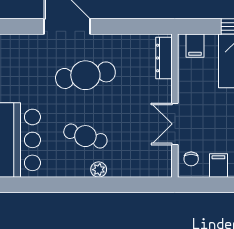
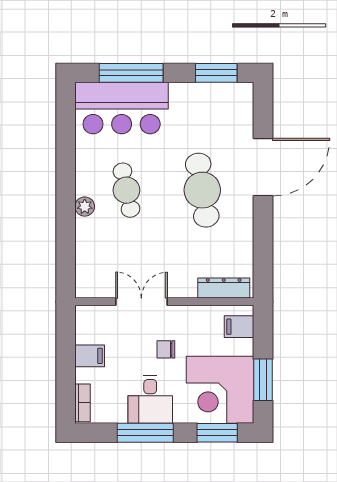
cafe table: (85, 136) -> (126, 190), turned -30
chair: (191, 159) -> (166, 349), moved

